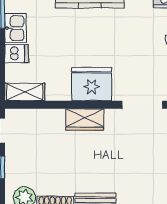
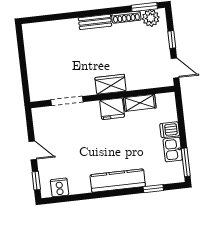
fridge: (92, 84) -> (112, 109), width x0.73, depth x0.75
shelving: (25, 92) -> (140, 103), moved

